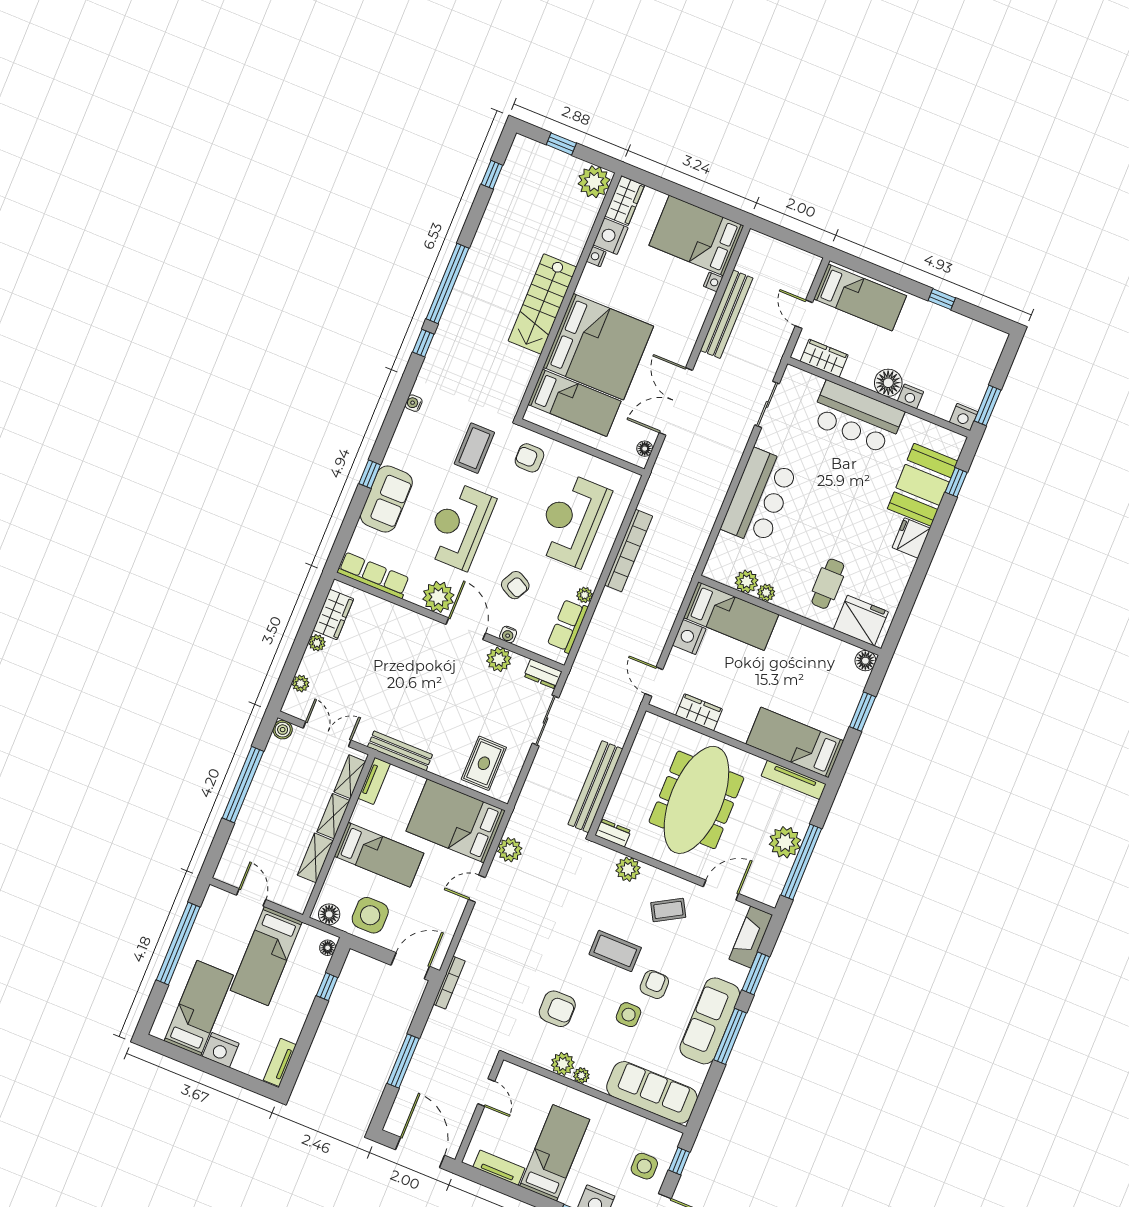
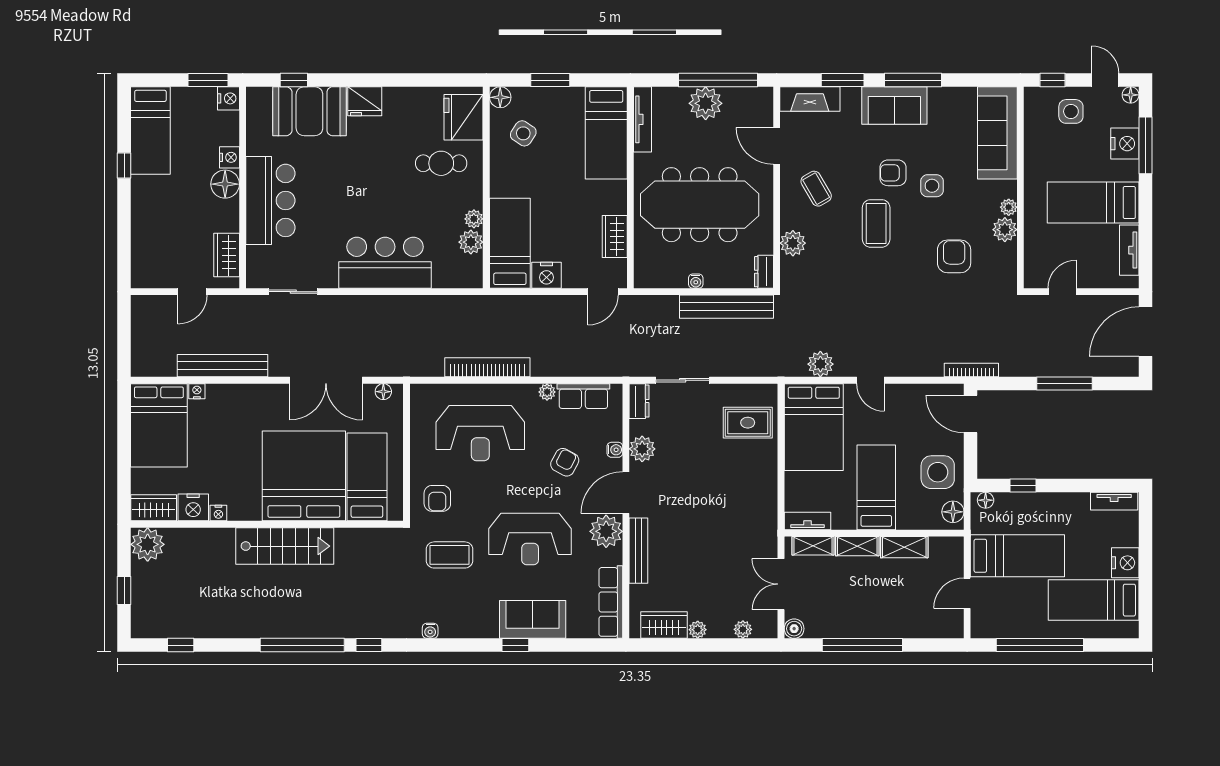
bed: (860, 297) -> (150, 131), moved, turned 180
side table: (825, 668) -> (523, 133), added
bench: (400, 751) -> (638, 551), moved
water cooler: (629, 768) -> (696, 281), added
sofa: (710, 1021) -> (894, 105), width x0.73

